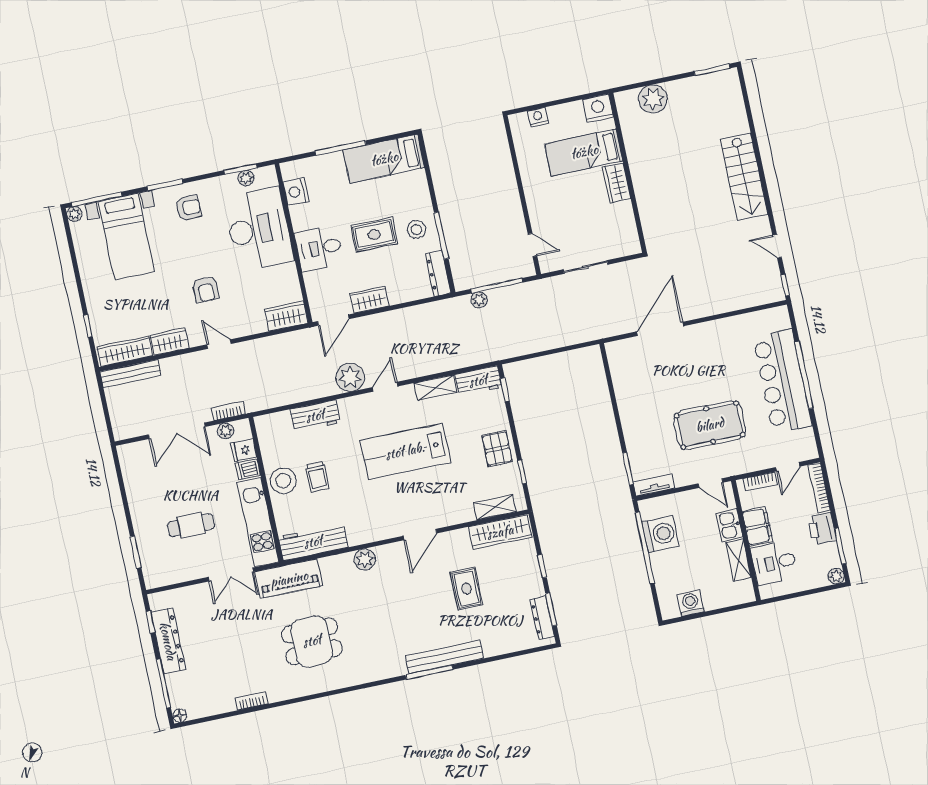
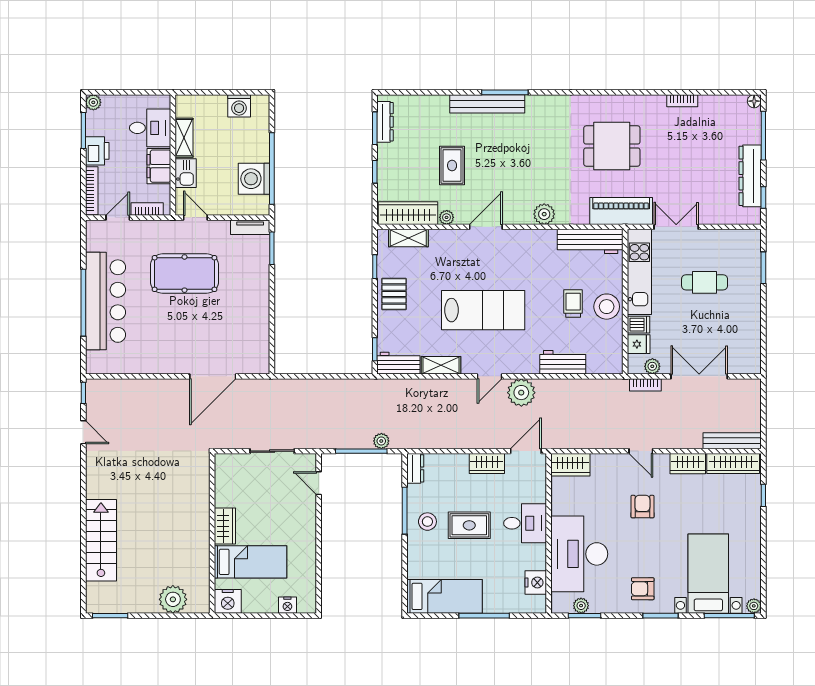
stairs: (744, 177) -> (101, 540), moved
dresser: (438, 273) -> (415, 468), width x0.70
plant: (461, 536) -> (447, 217), added

